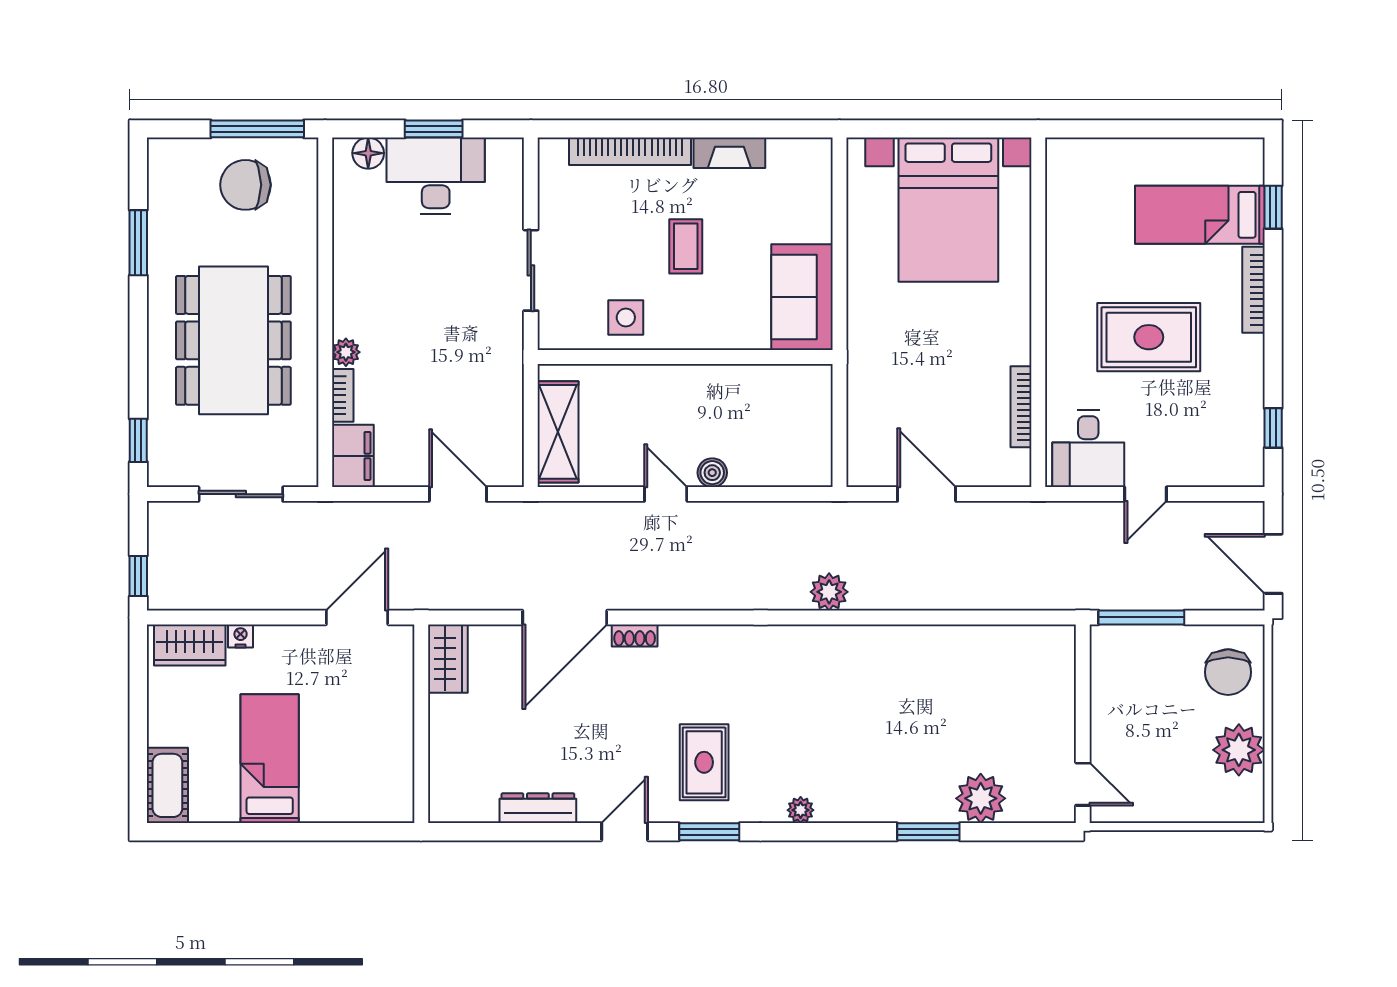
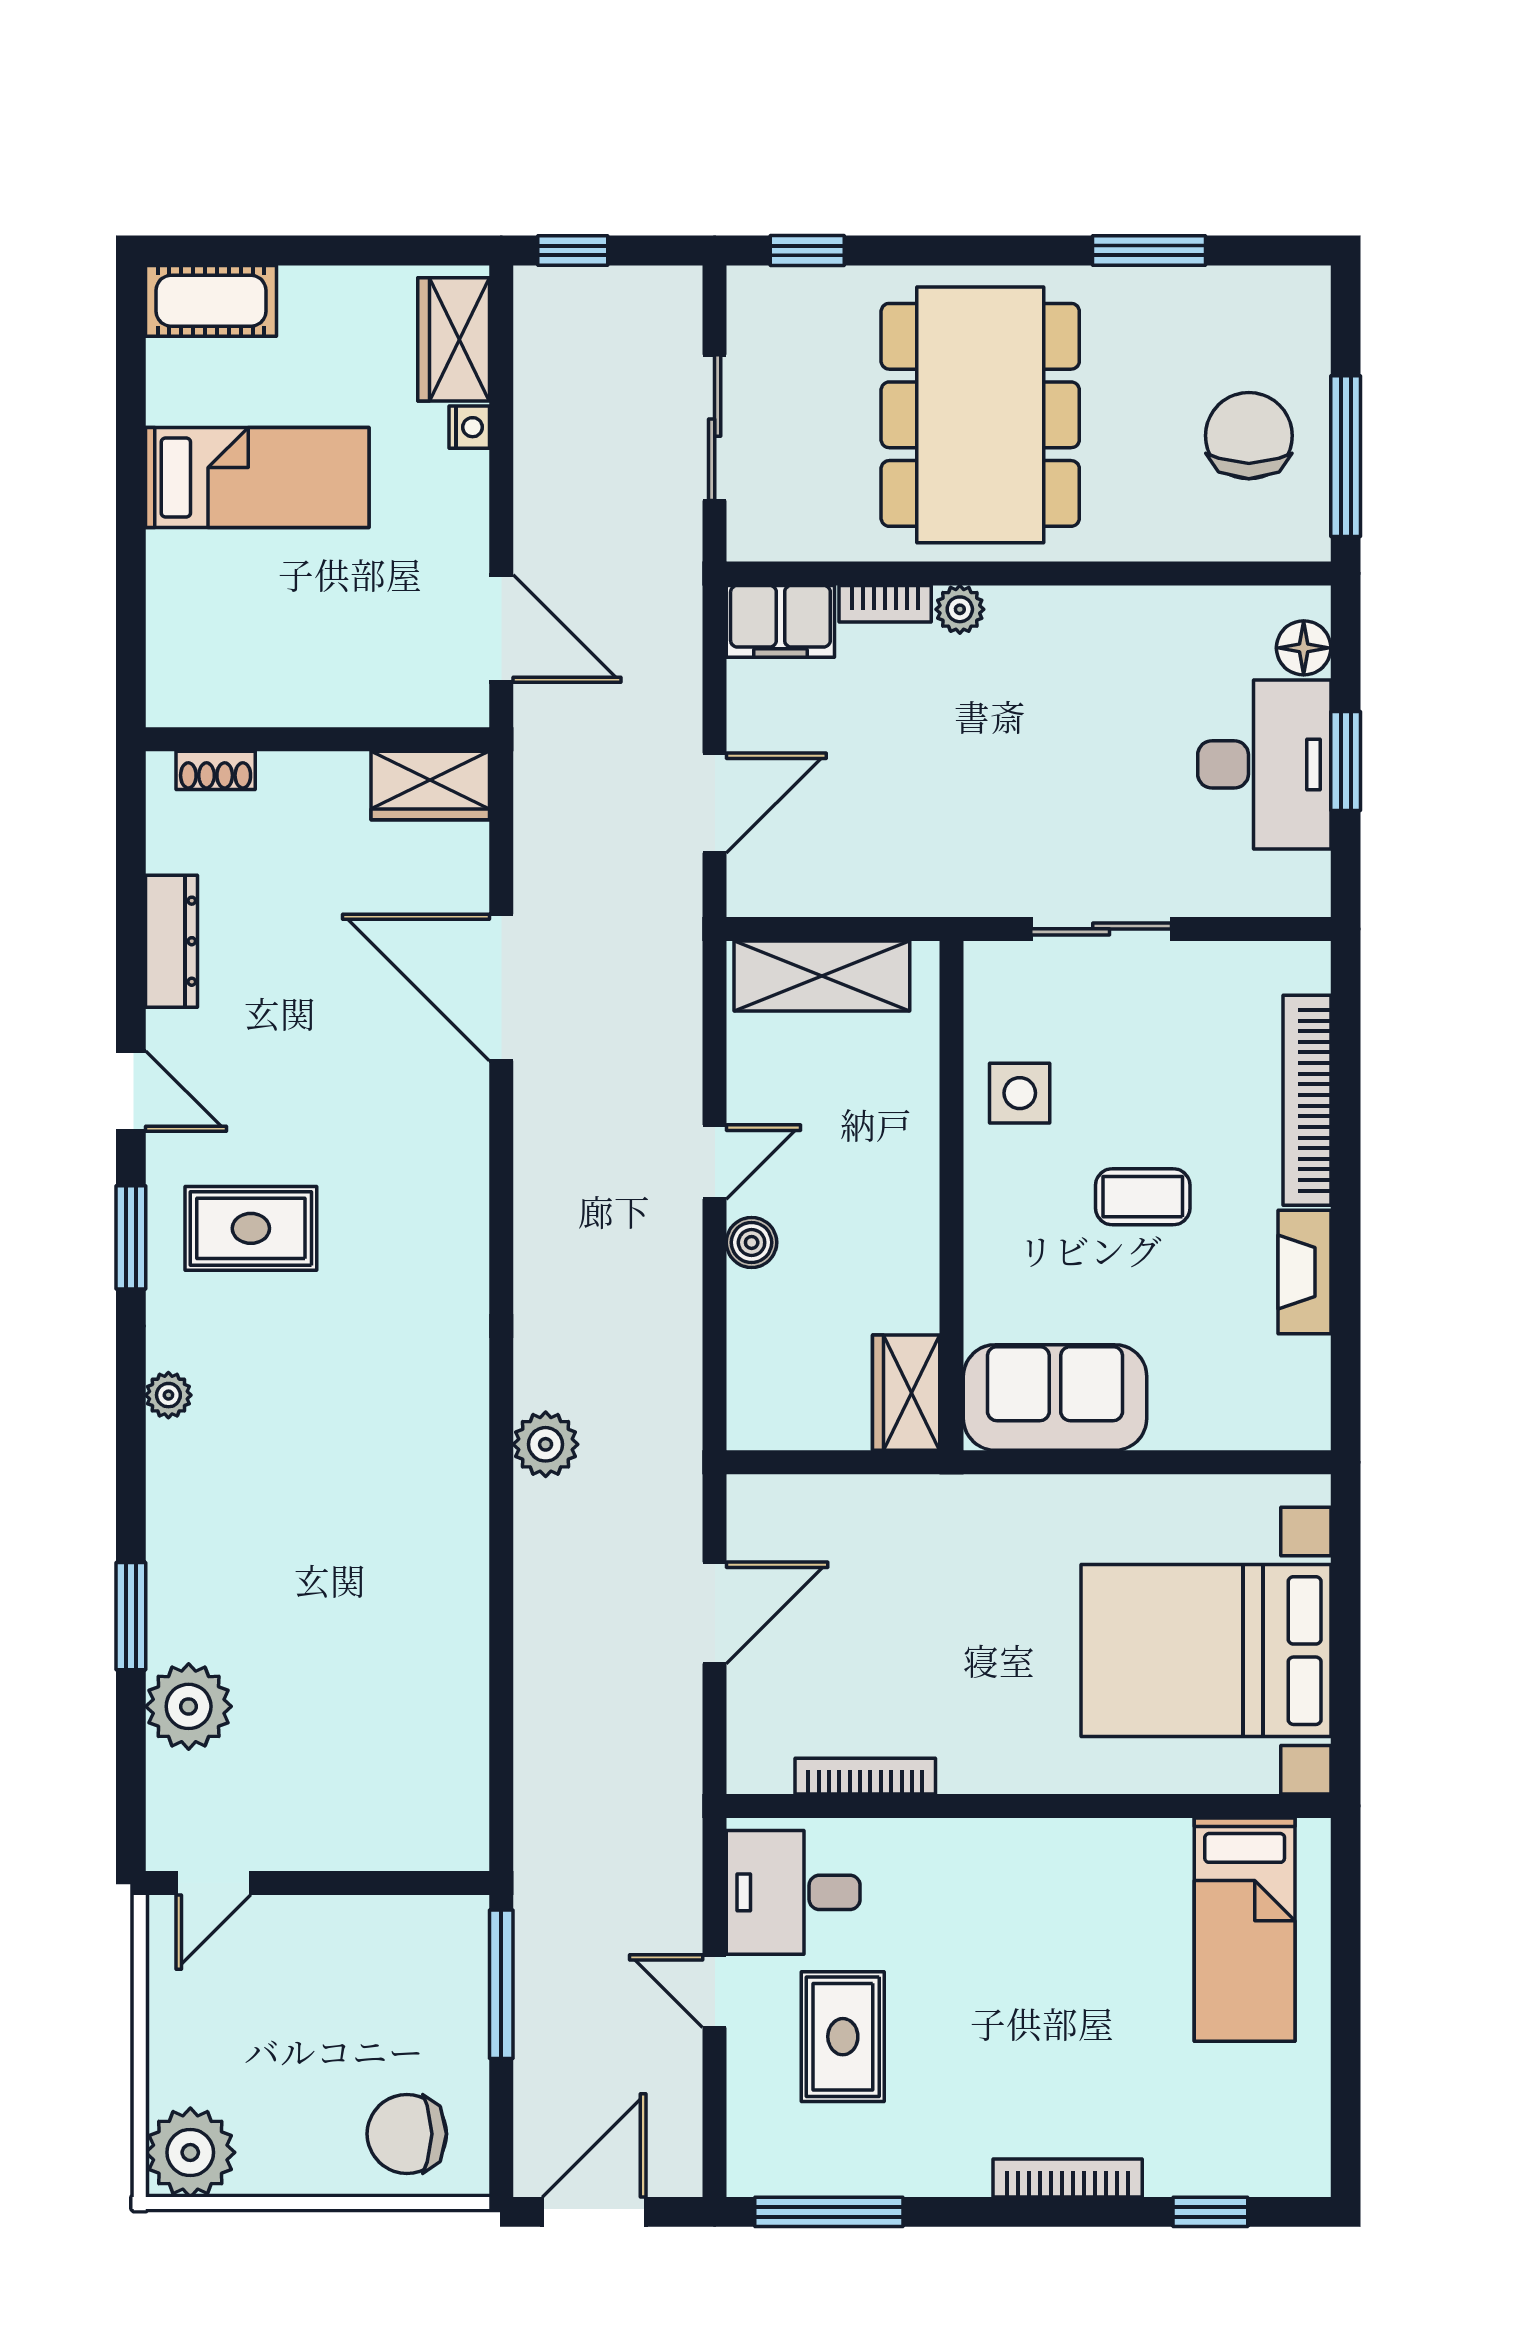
bed: (1200, 215) -> (1245, 1930), moved, turned 180
rug: (1149, 337) -> (843, 2037), moved, width x0.73, depth x0.70
dining table: (233, 340) -> (980, 415), turned 90
wardrobe: (799, 383) -> (906, 1393), added
window: (1273, 428) -> (829, 2212), width x2.17
shoe rack: (635, 635) -> (216, 770), moved, turned -90
plant: (1239, 750) -> (190, 2152), moved

